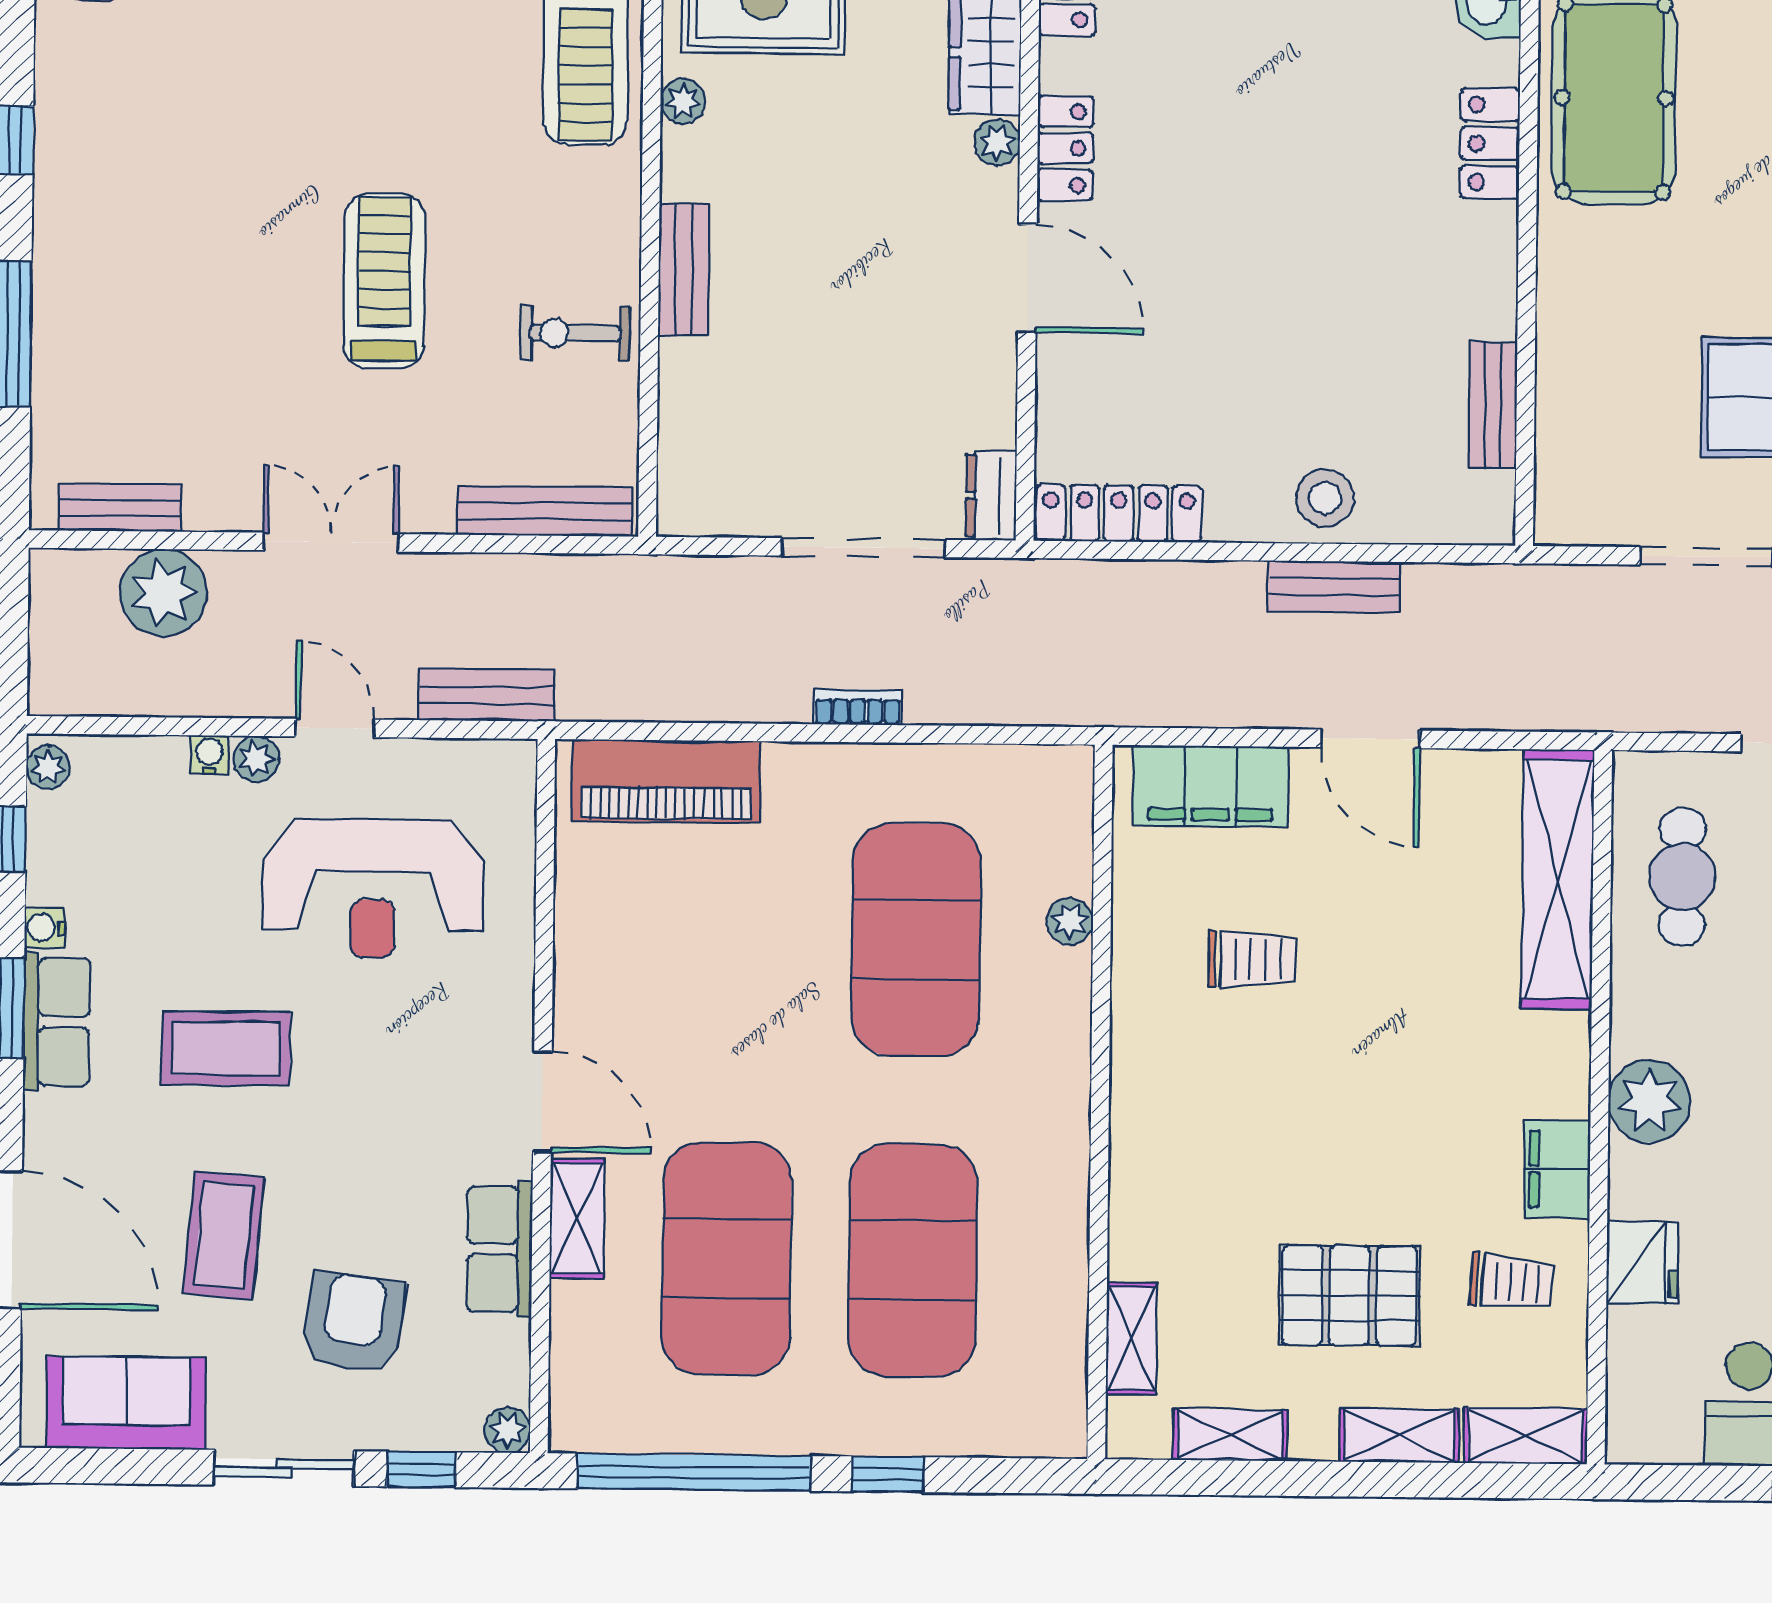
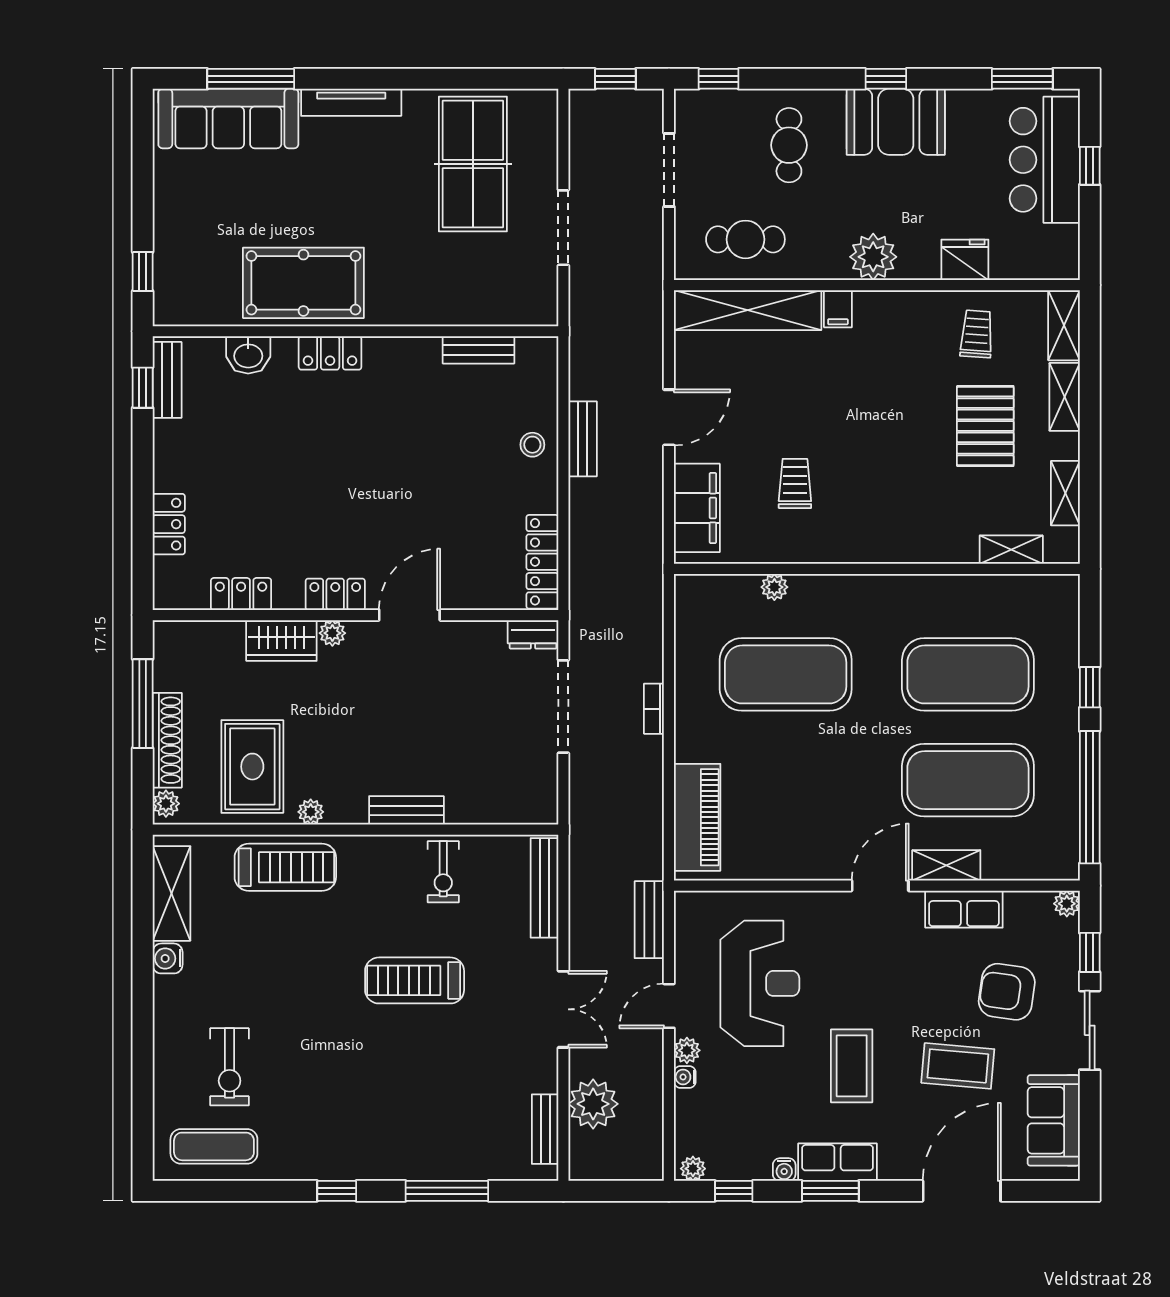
stool: (1325, 498) -> (532, 445), width x0.73, depth x0.73
double door: (331, 542) -> (563, 1009), swing flipped
filing cabinet: (1557, 1169) -> (838, 309), moved, width x0.50

